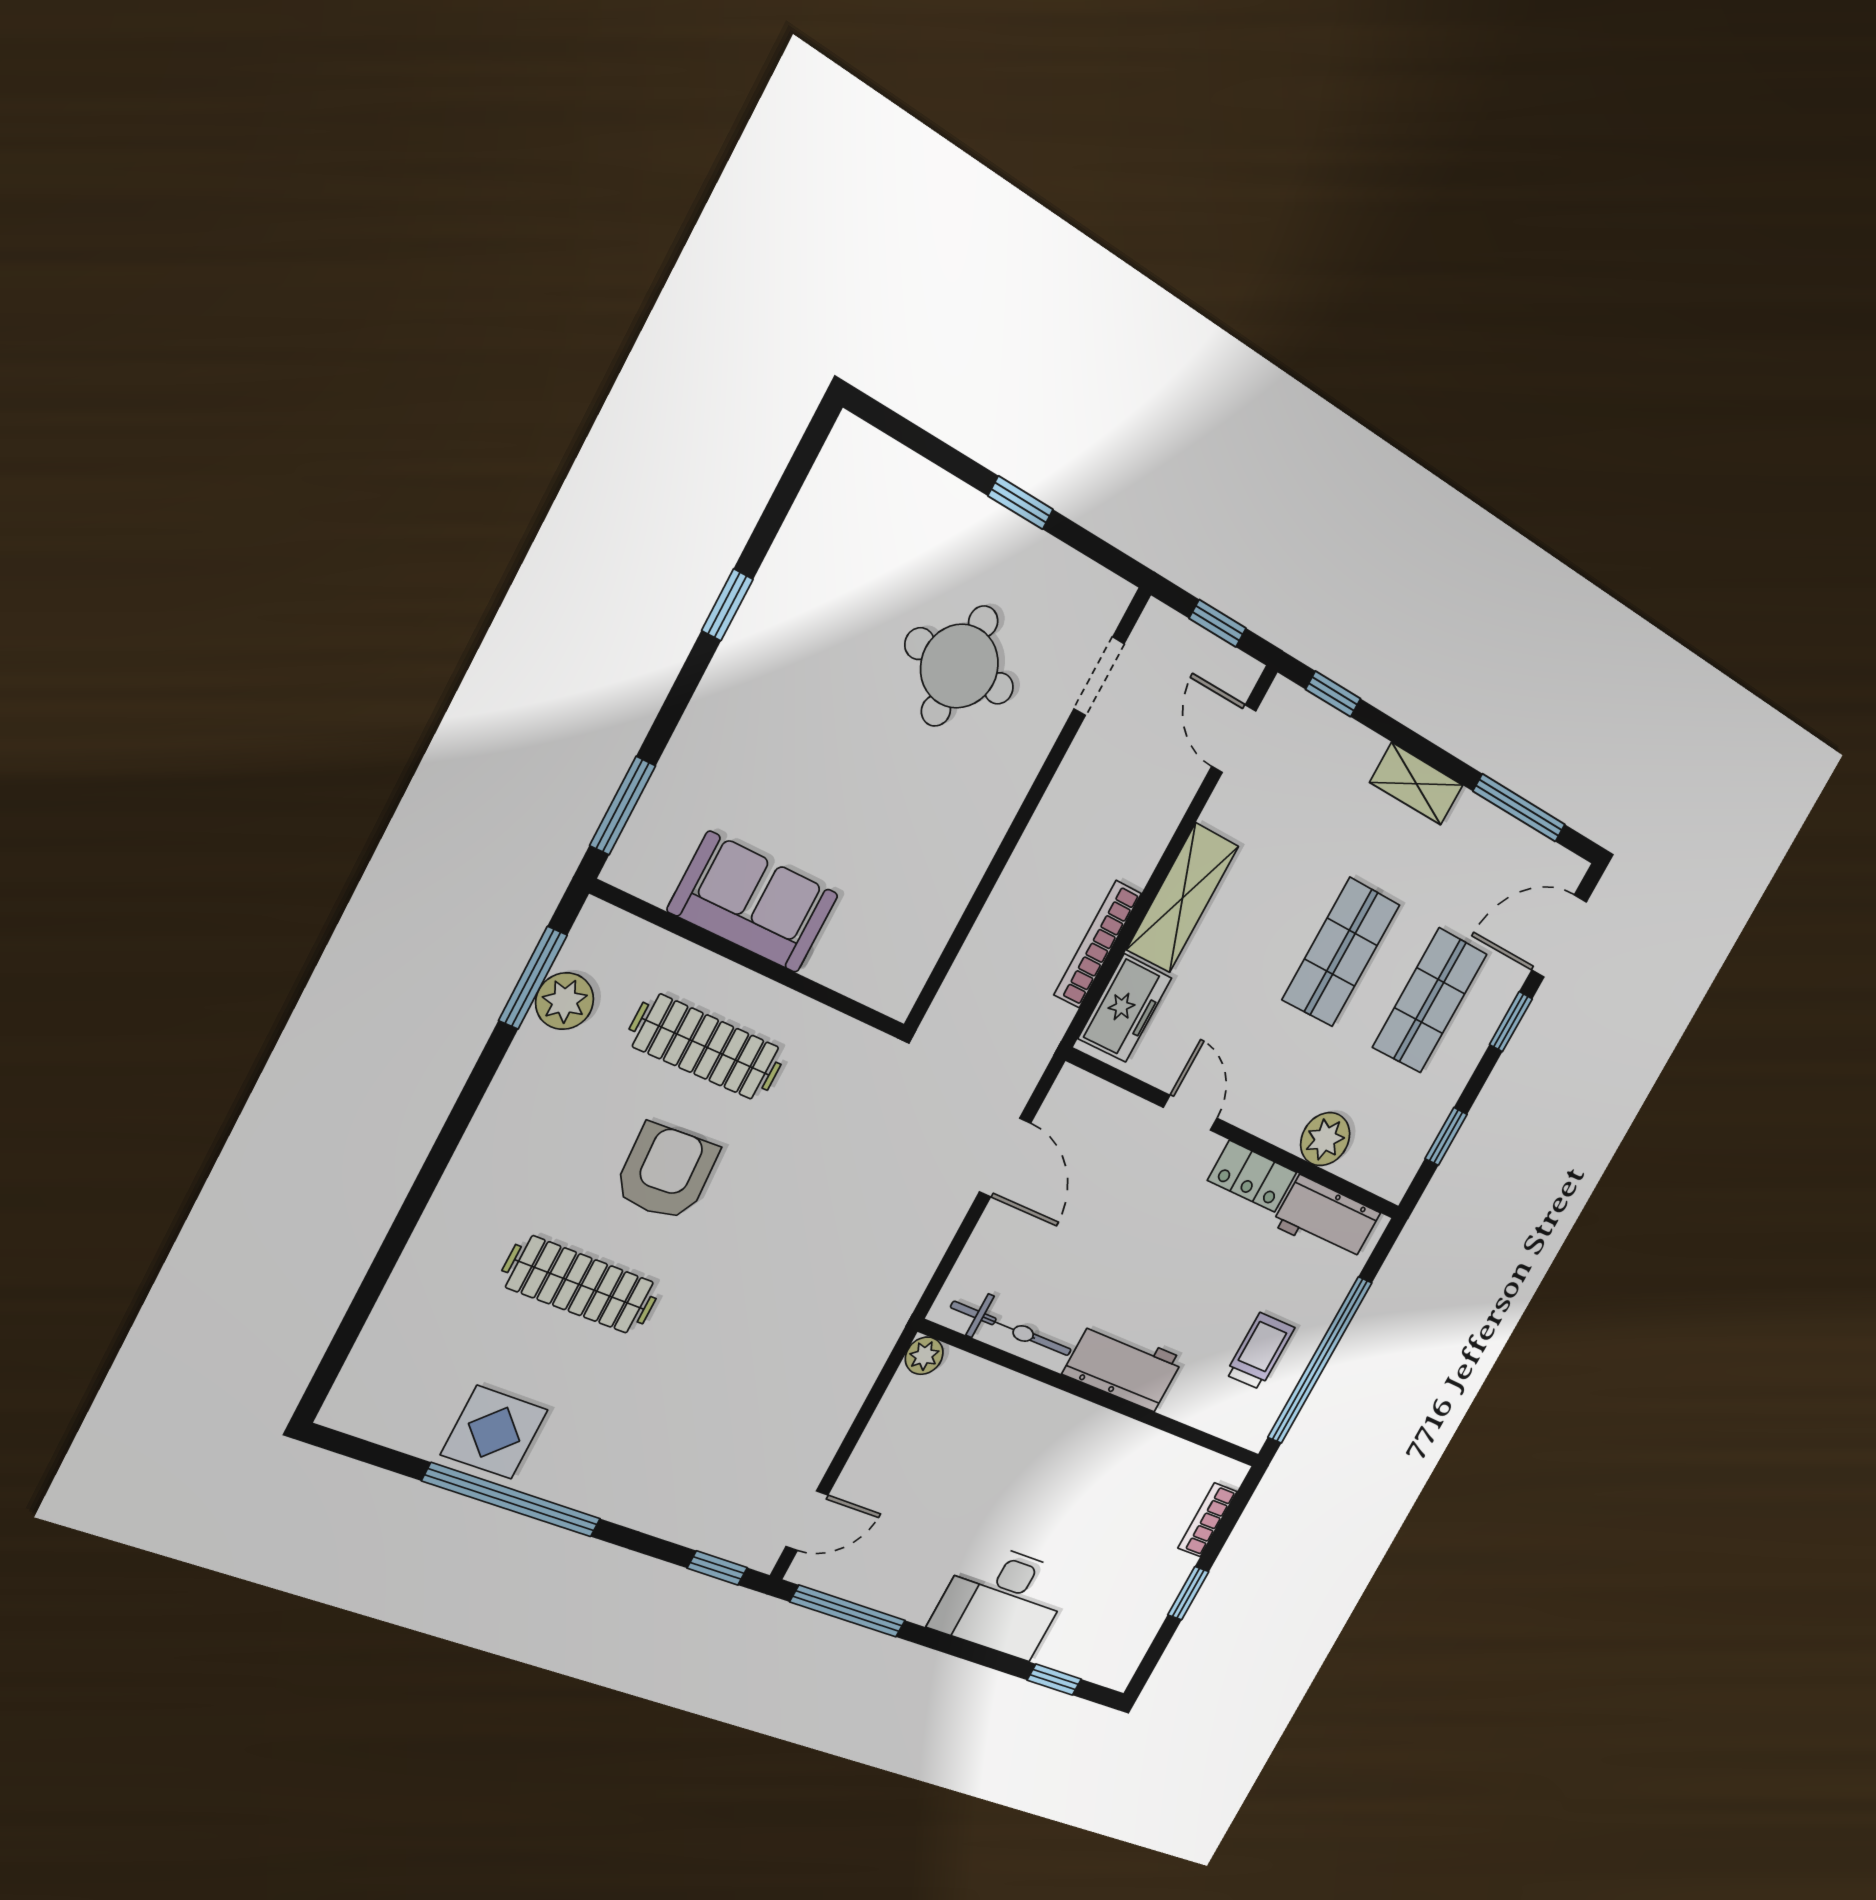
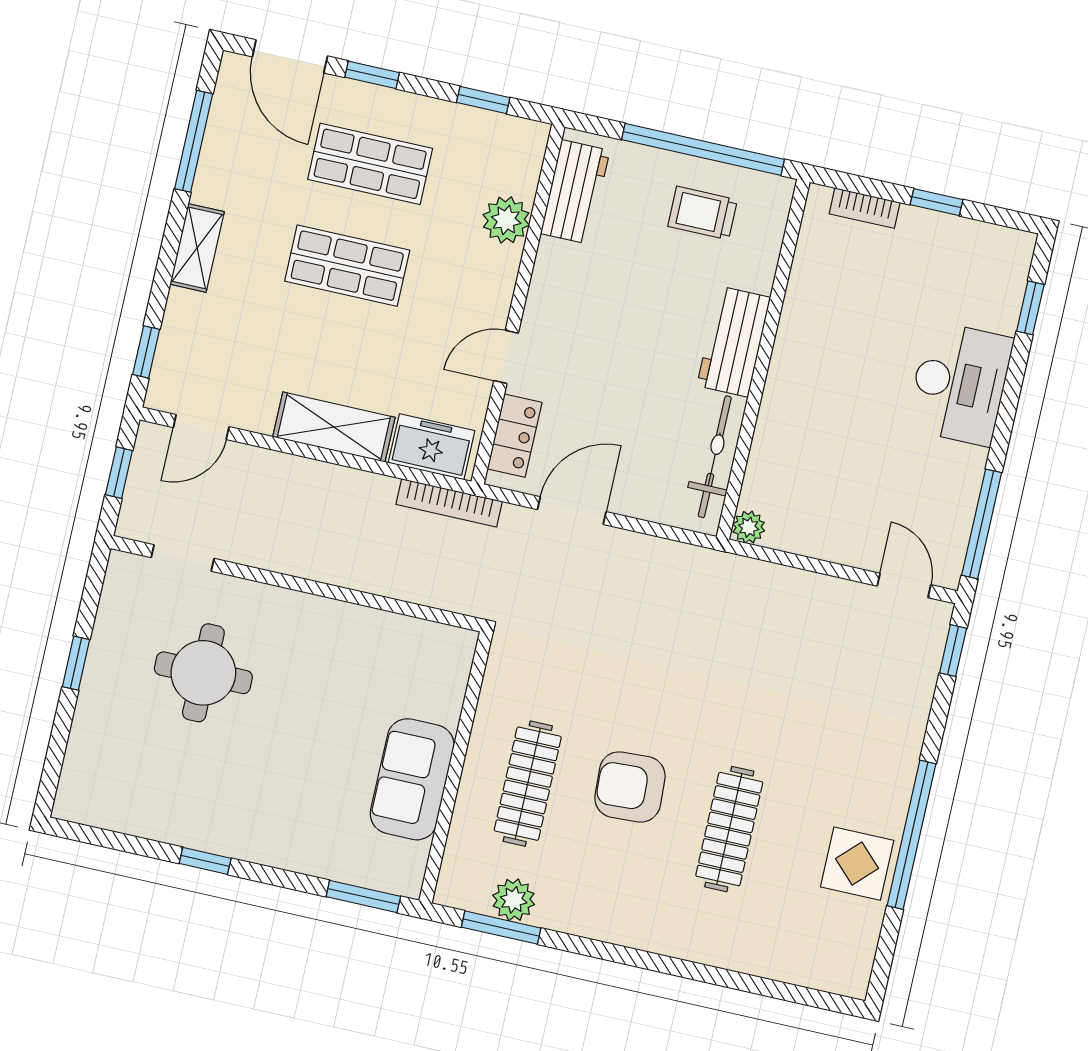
bookcase: (1098, 944) -> (449, 503), moved
locker: (1252, 1176) -> (515, 436), moved

